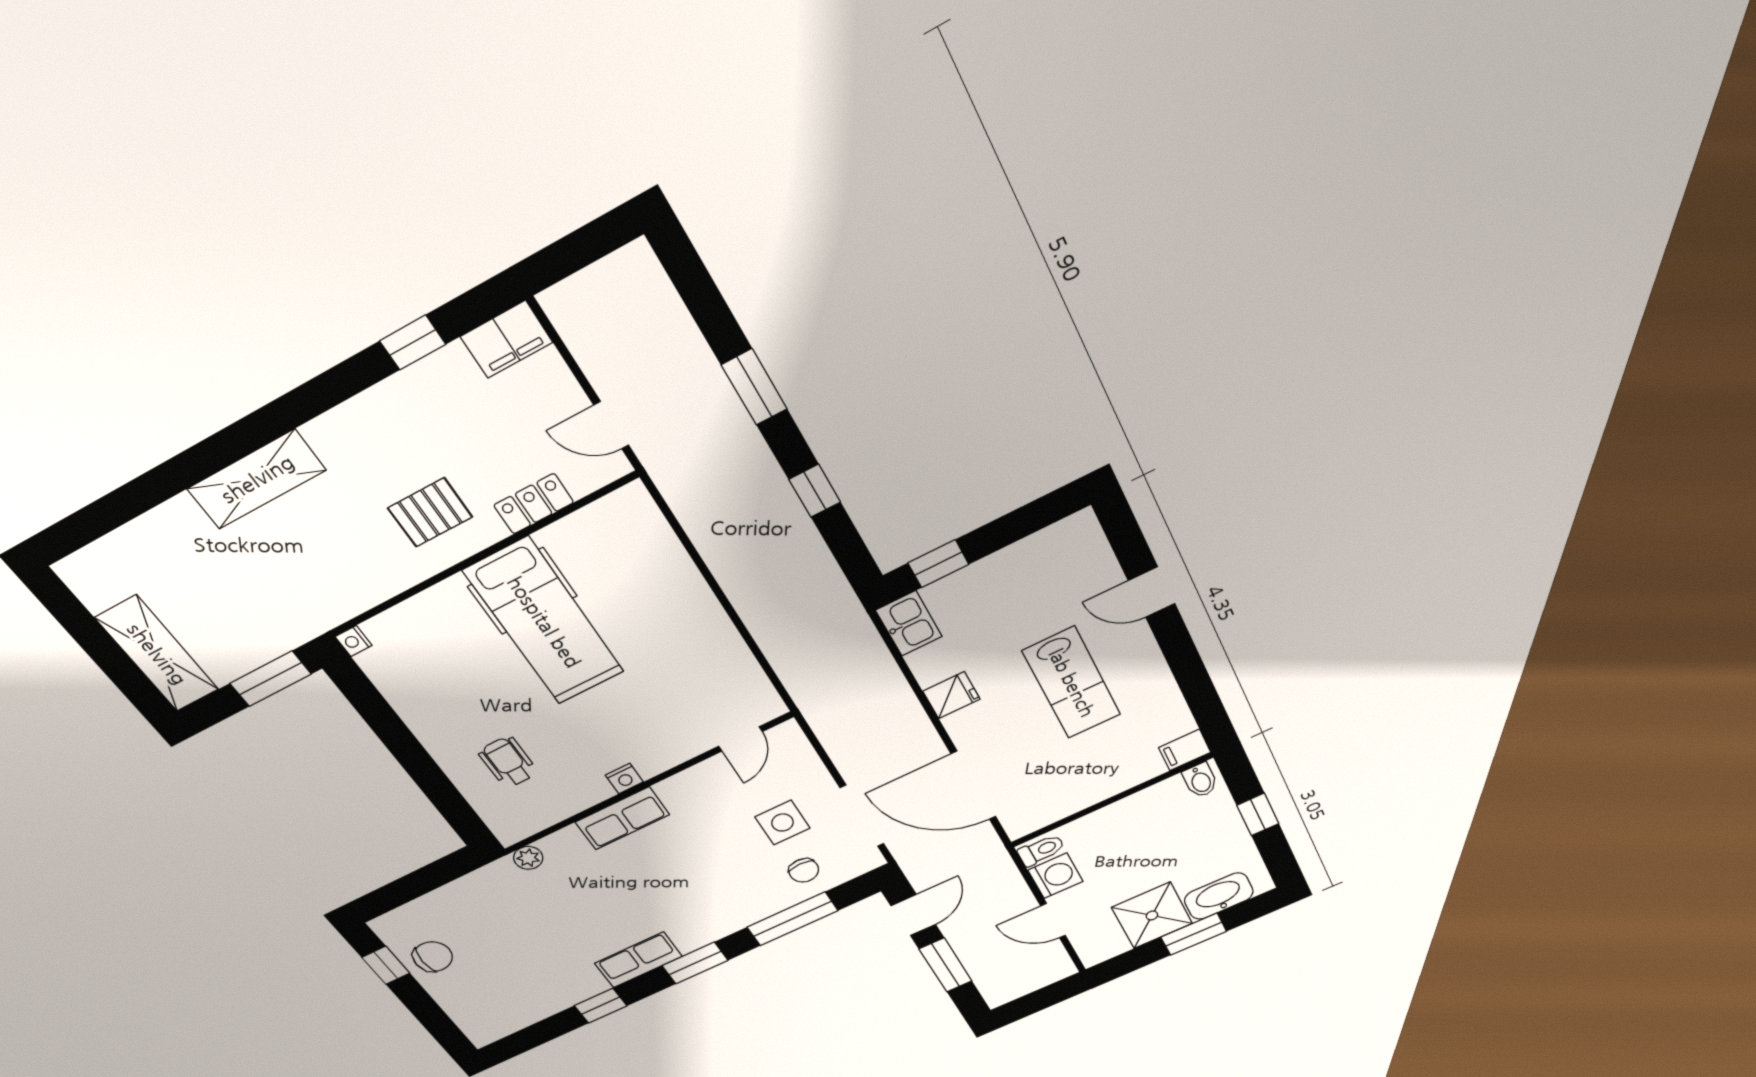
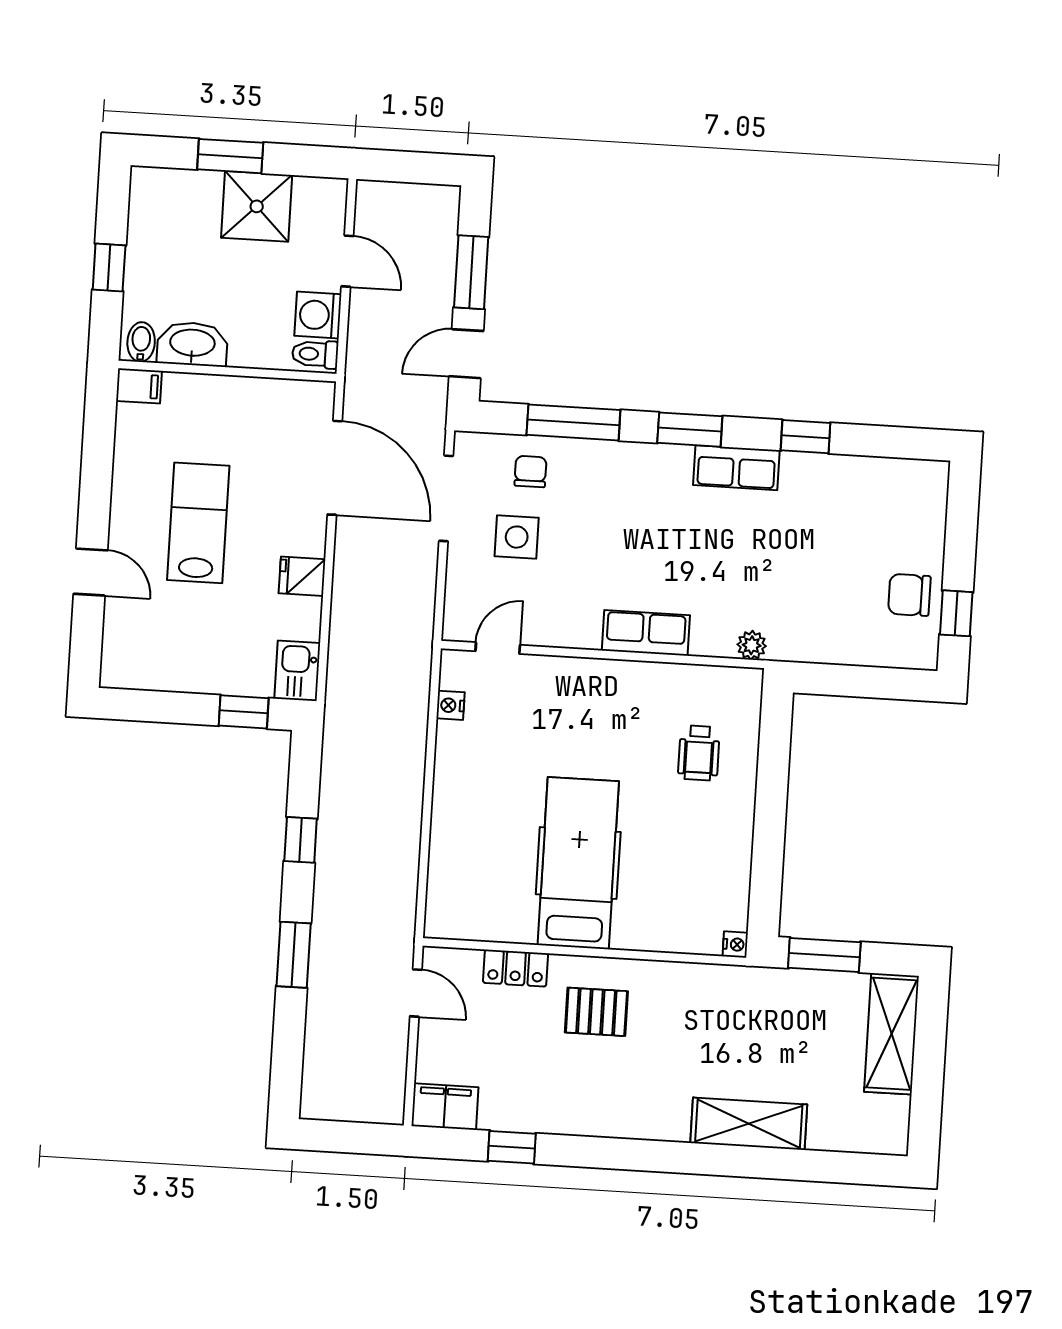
shelving: (257, 479) -> (749, 1124), moved
nightstand: (624, 779) -> (450, 705), moved, turned -90
washbasin: (1219, 896) -> (192, 344), moved, turned 180

